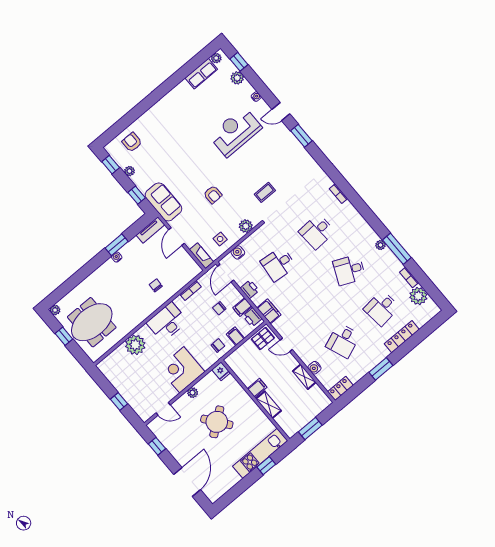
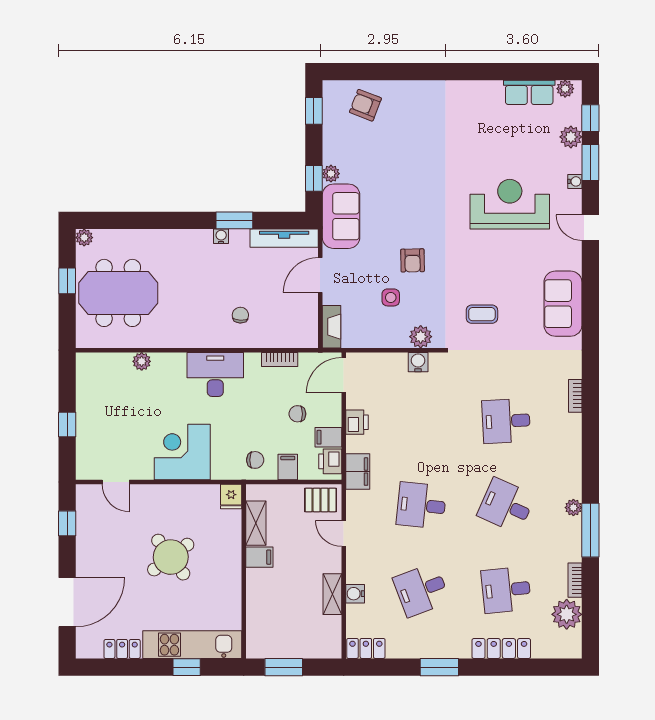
window: (301, 136) -> (590, 163), moved
armchair: (132, 142) -> (365, 105), turned -69
sofa: (298, 157) -> (563, 304), added
plant: (130, 171) -> (331, 174), moved
tv unit: (150, 230) -> (284, 238), width x1.41
side table: (220, 239) -> (391, 297), moved
water cooler: (238, 252) -> (418, 362), moved
desk: (278, 264) -> (421, 505), moved
plant: (135, 345) -> (142, 361), width x0.53, depth x0.53
plant: (193, 393) -> (171, 493), removed
shelving: (269, 405) -> (256, 523), moved
locker: (230, 482) -> (122, 649), added

